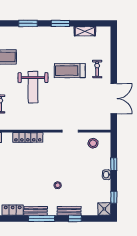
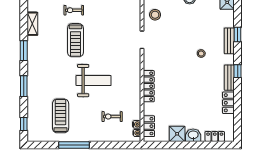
window: (42, 218) -> (238, 71), width x0.46

